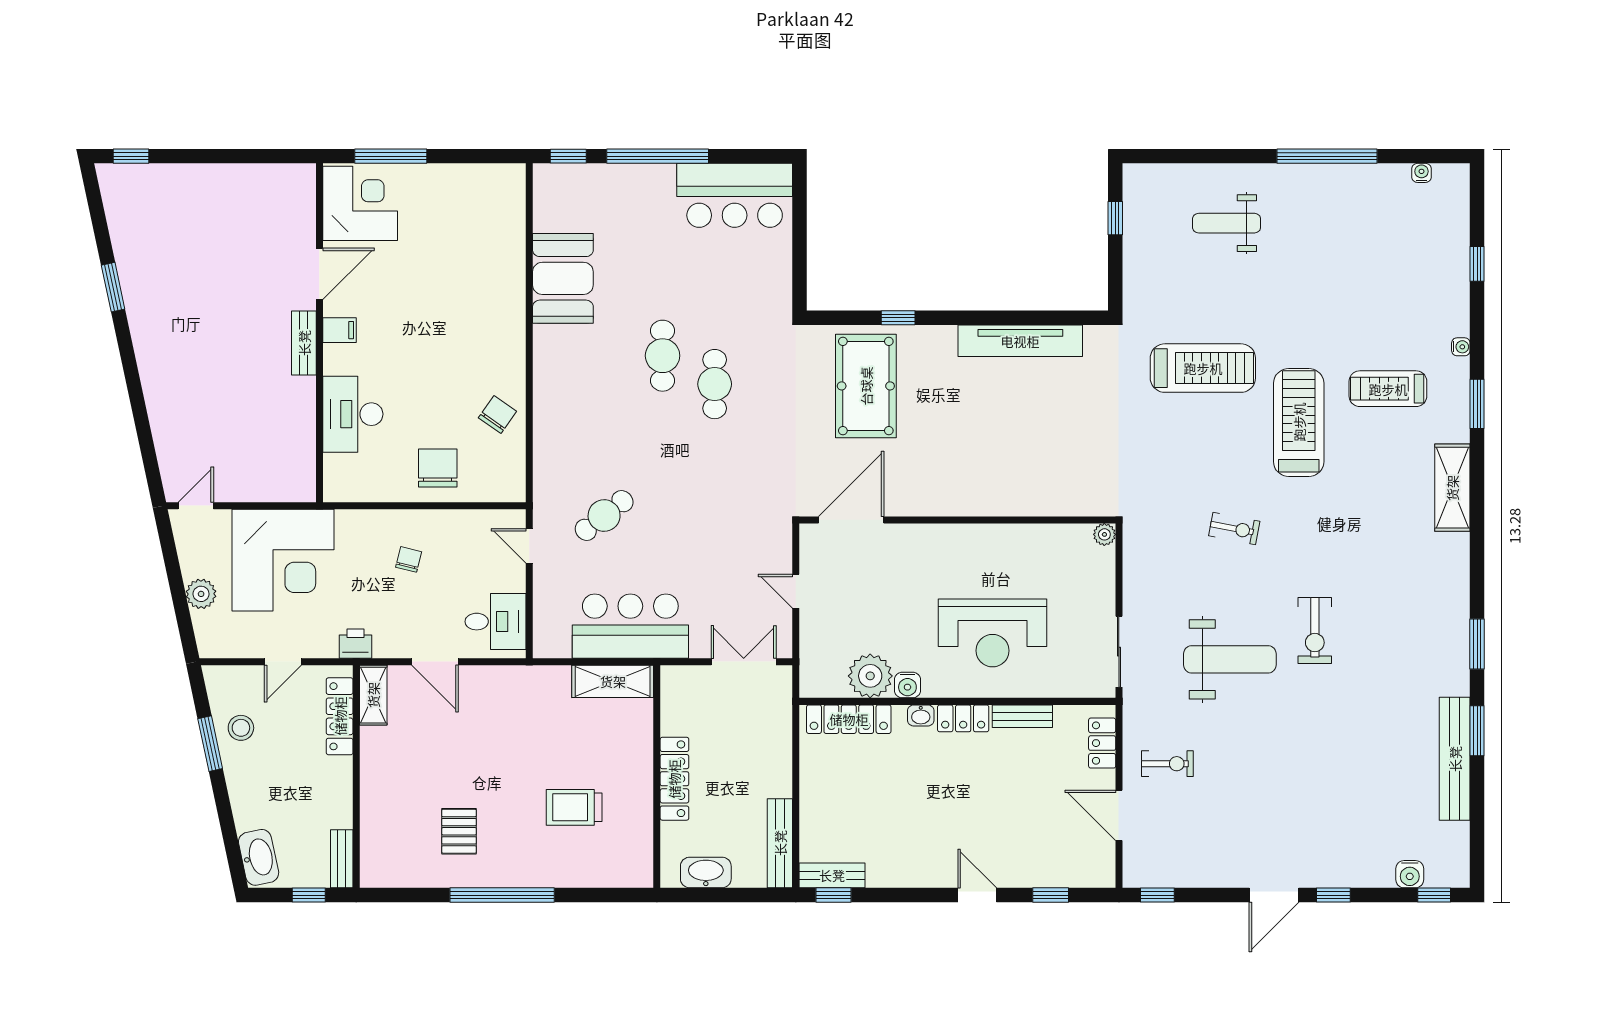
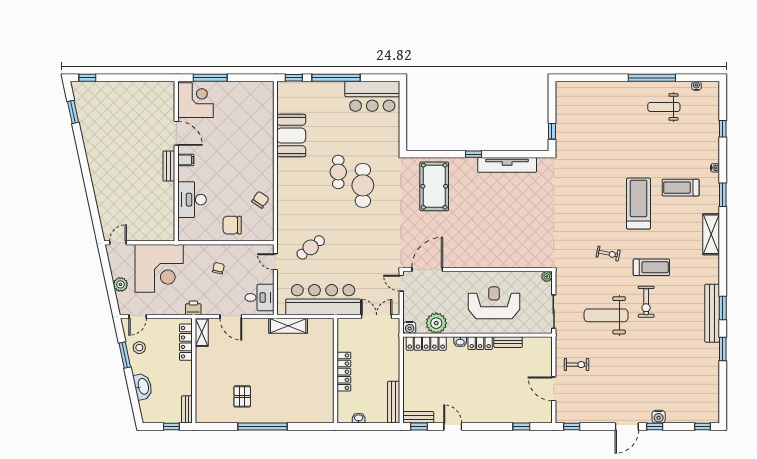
window: (1115, 218) -> (552, 131), moved
weight bench: (1227, 223) -> (664, 107), moved
door: (319, 274) -> (176, 133), hinge flipped
window: (113, 287) -> (73, 112), moved
window: (898, 318) -> (473, 154), moved
treadmill: (1203, 368) -> (651, 267), moved, width x0.73, depth x0.73
cafe table: (715, 384) -> (363, 185), width x1.37, depth x1.35
chair: (438, 468) -> (232, 225), turned -90
door: (851, 520) -> (427, 270), moved
wall: (957, 520) -> (477, 270), moved
plant: (1104, 534) -> (547, 276), moved
bar counter: (630, 626) -> (323, 300), width x1.36
reception desk: (993, 633) -> (494, 303), turned 180
weight bench: (1230, 659) -> (606, 315), turned 180
door: (283, 662) -> (138, 316), moved
shelving: (613, 681) -> (288, 326), moved
water cooler: (907, 685) -> (410, 327), moved
locker: (1102, 743) -> (546, 355), removed
bench: (1455, 759) -> (712, 313), moved
trolley: (574, 807) -> (297, 385), removed
washbasin: (259, 857) -> (143, 386), moved
washbasin: (706, 872) -> (359, 418), width x0.52, depth x0.69
water cooler: (1410, 874) -> (659, 417), moved
door: (977, 895) -> (453, 427), moved

